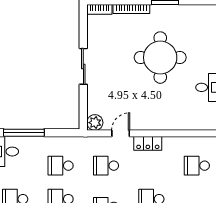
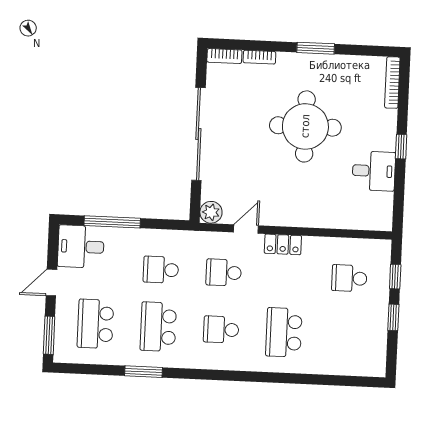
bookcase: (131, 9) -> (259, 57), width x0.64
sliding door: (83, 66) -> (198, 134), width x1.86

